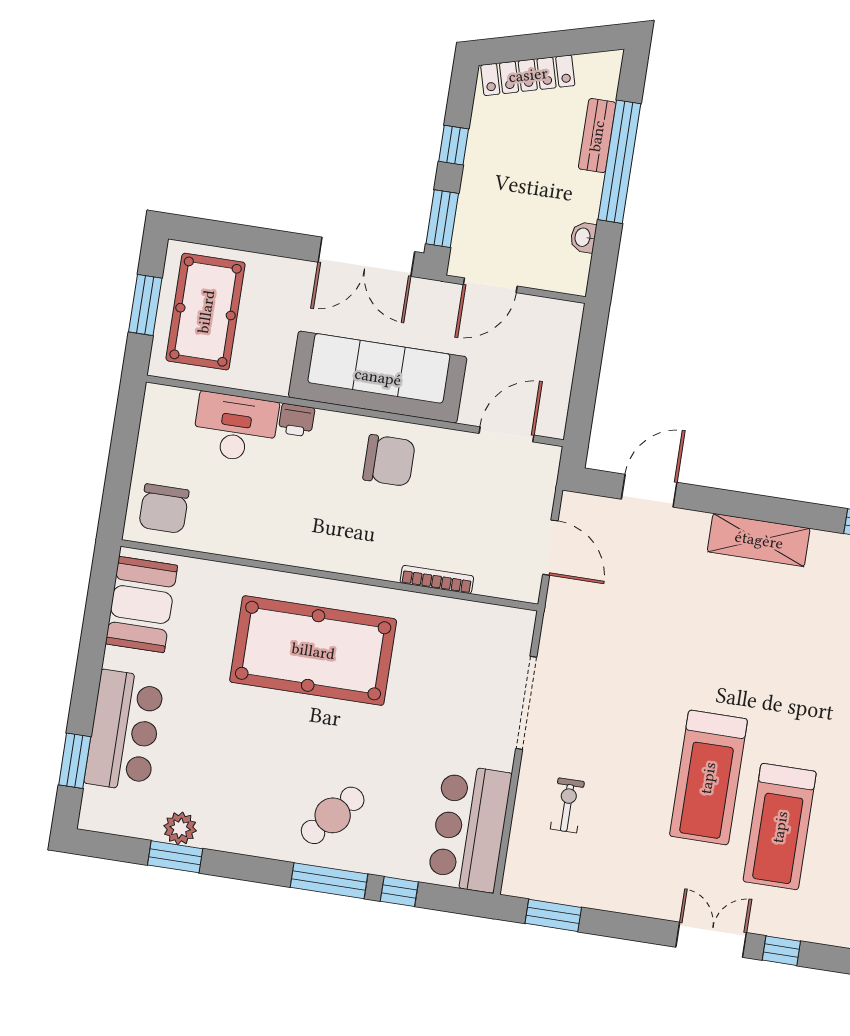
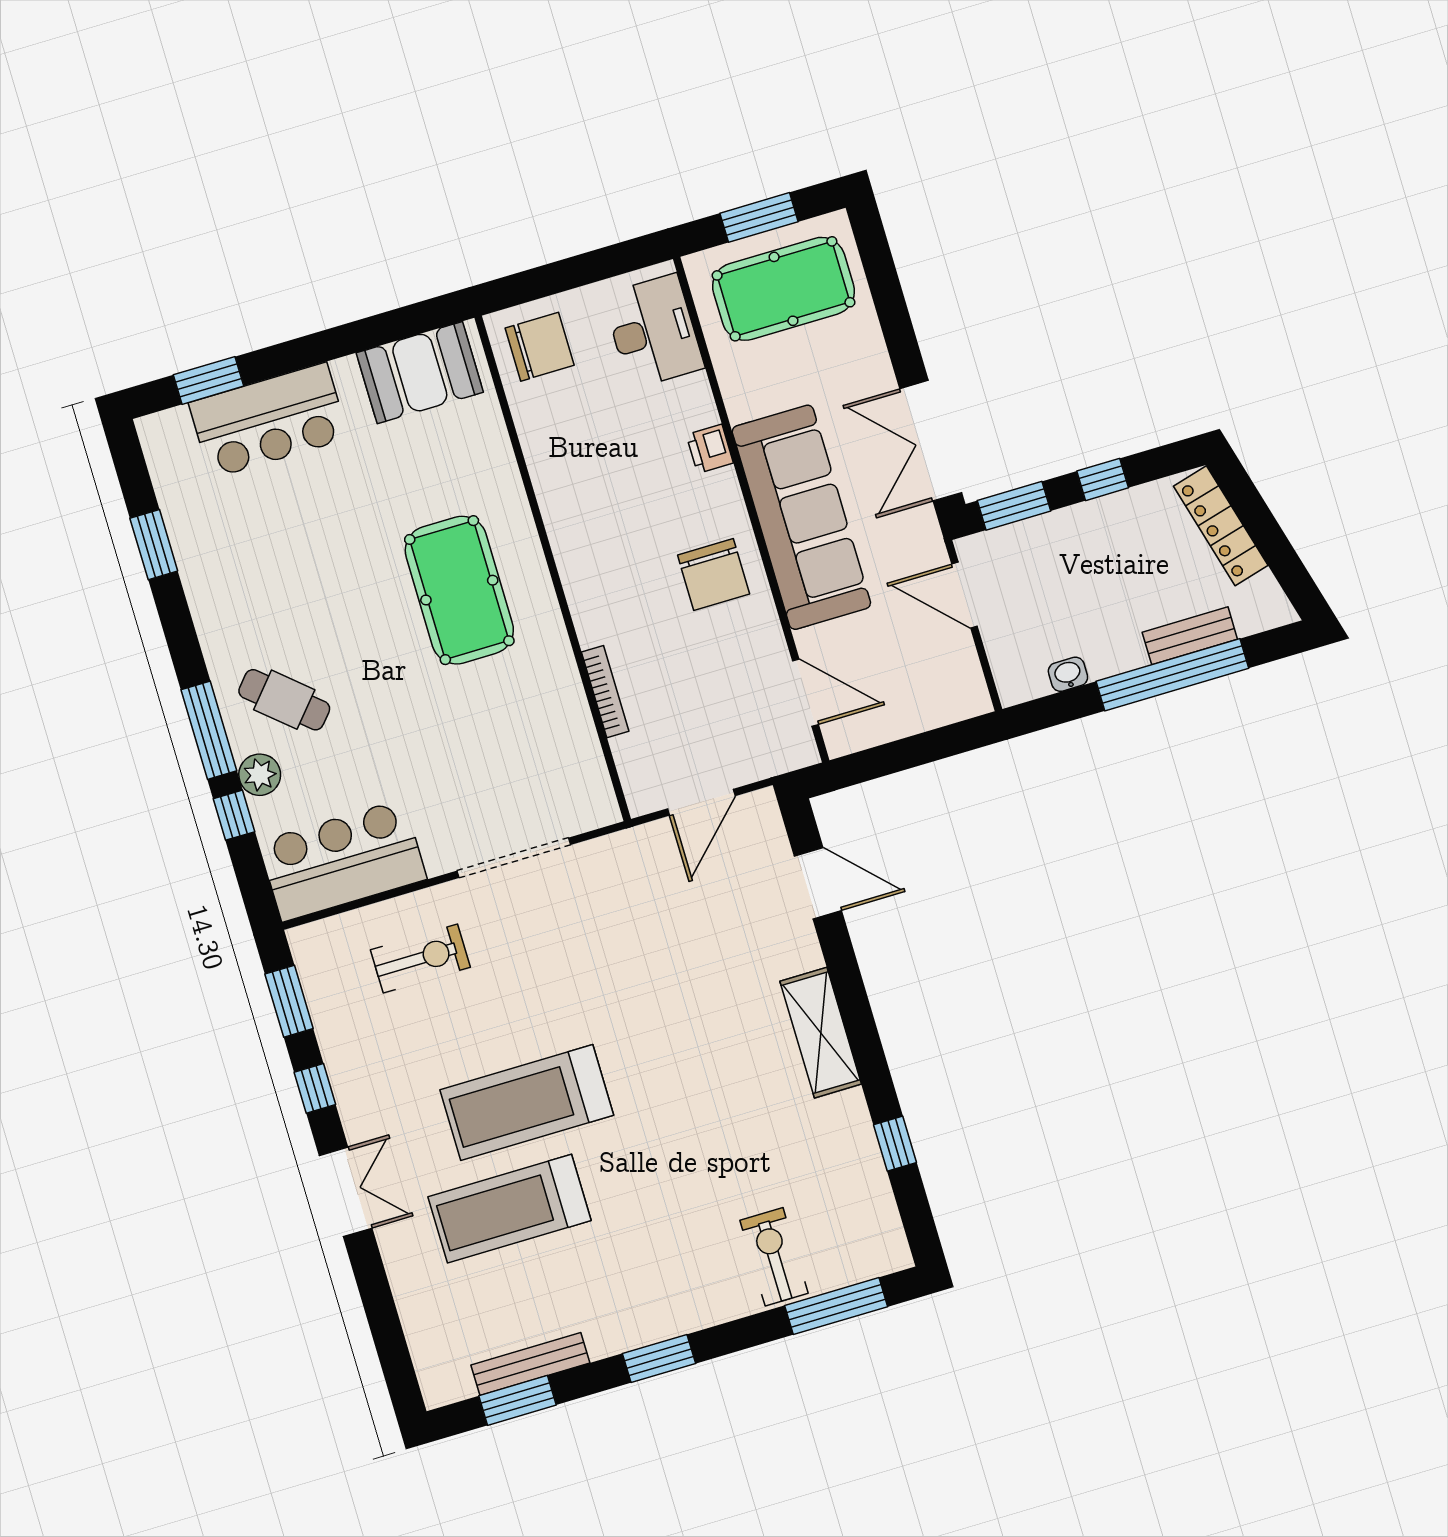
desk: (235, 427) -> (653, 331), moved
chair: (164, 509) -> (540, 347), turned 180
pool table: (313, 651) -> (459, 590), width x0.73, depth x0.76
exercise bike: (567, 805) -> (420, 959), width x1.38, depth x1.39
plant: (180, 828) -> (260, 775), moved
window: (781, 951) -> (315, 1088), moved

